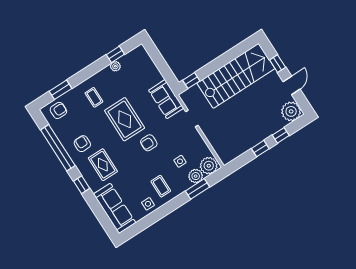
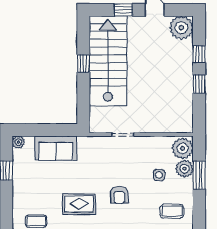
plant: (115, 66) -> (18, 142), moved
window: (191, 81) -> (83, 63), moved
sofa: (166, 99) -> (56, 148), moved
rug: (125, 119) -> (79, 204), width x0.73, depth x0.70

